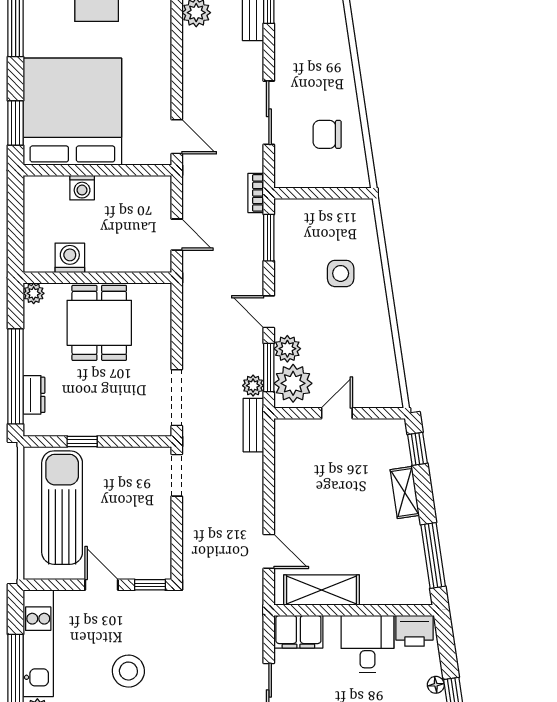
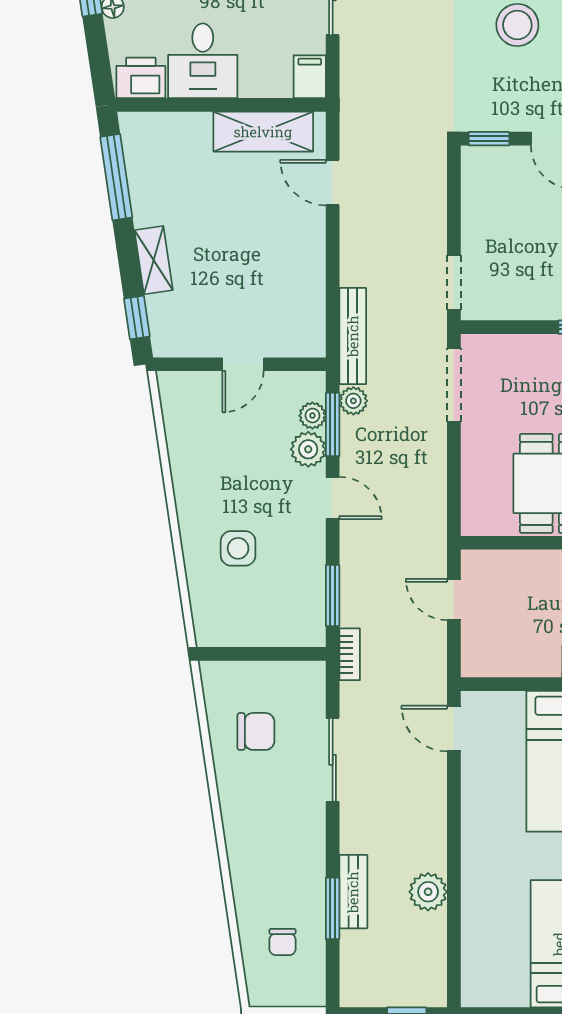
plant: (293, 383) -> (312, 416), width x0.53, depth x0.53
bench: (253, 425) -> (353, 336), width x1.36
filing cabinet: (298, 632) -> (310, 77), width x0.50

